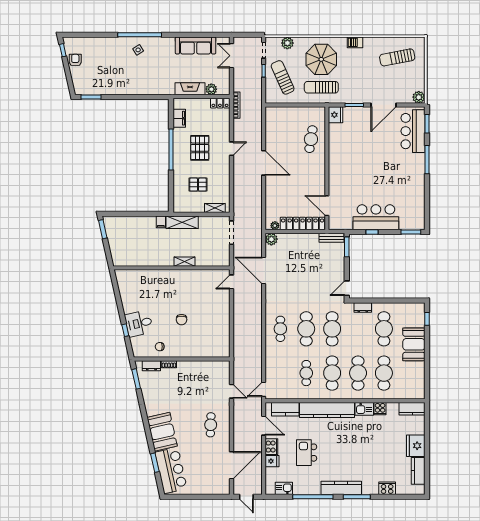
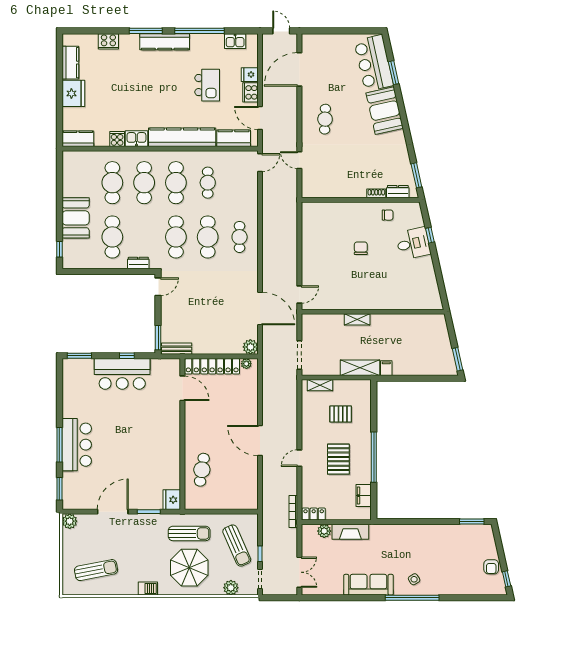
sofa: (196, 45) -> (368, 585), moved
bar counter: (413, 131) -> (77, 445), moved

